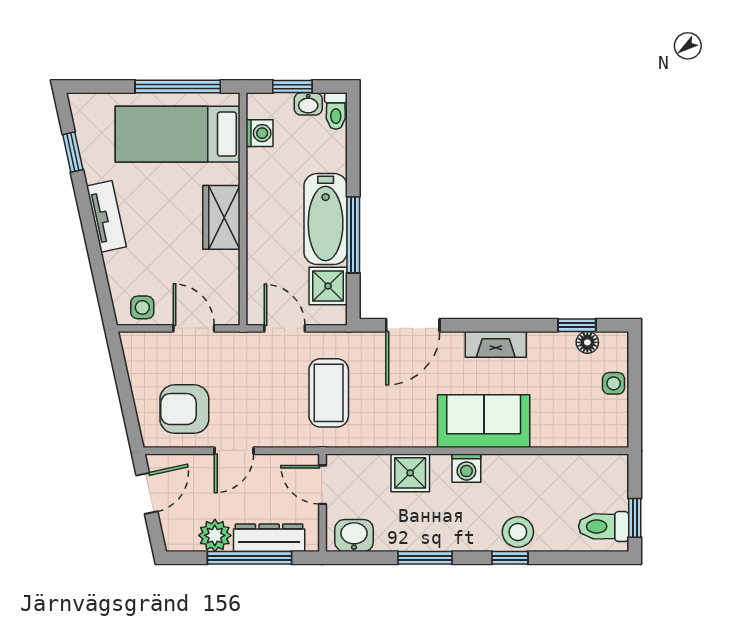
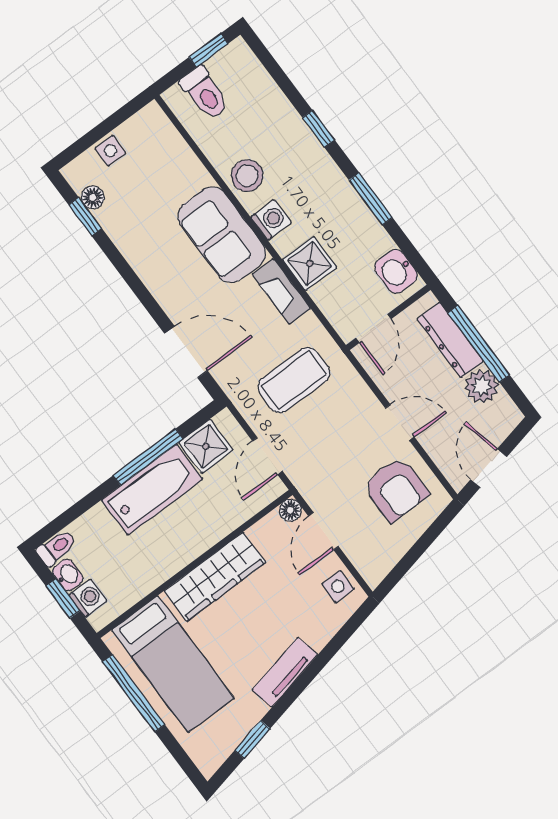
washing machine: (259, 133) -> (88, 598), moved, turned 90
wardrobe: (221, 217) -> (215, 577), width x1.50
floor lamp: (229, 315) -> (290, 510), added
fireplace: (496, 344) -> (281, 291), moved, turned 180
door: (147, 493) -> (489, 468), hinge flipped
toilet: (604, 526) -> (205, 93), moved
stool: (518, 532) -> (247, 176), moved

